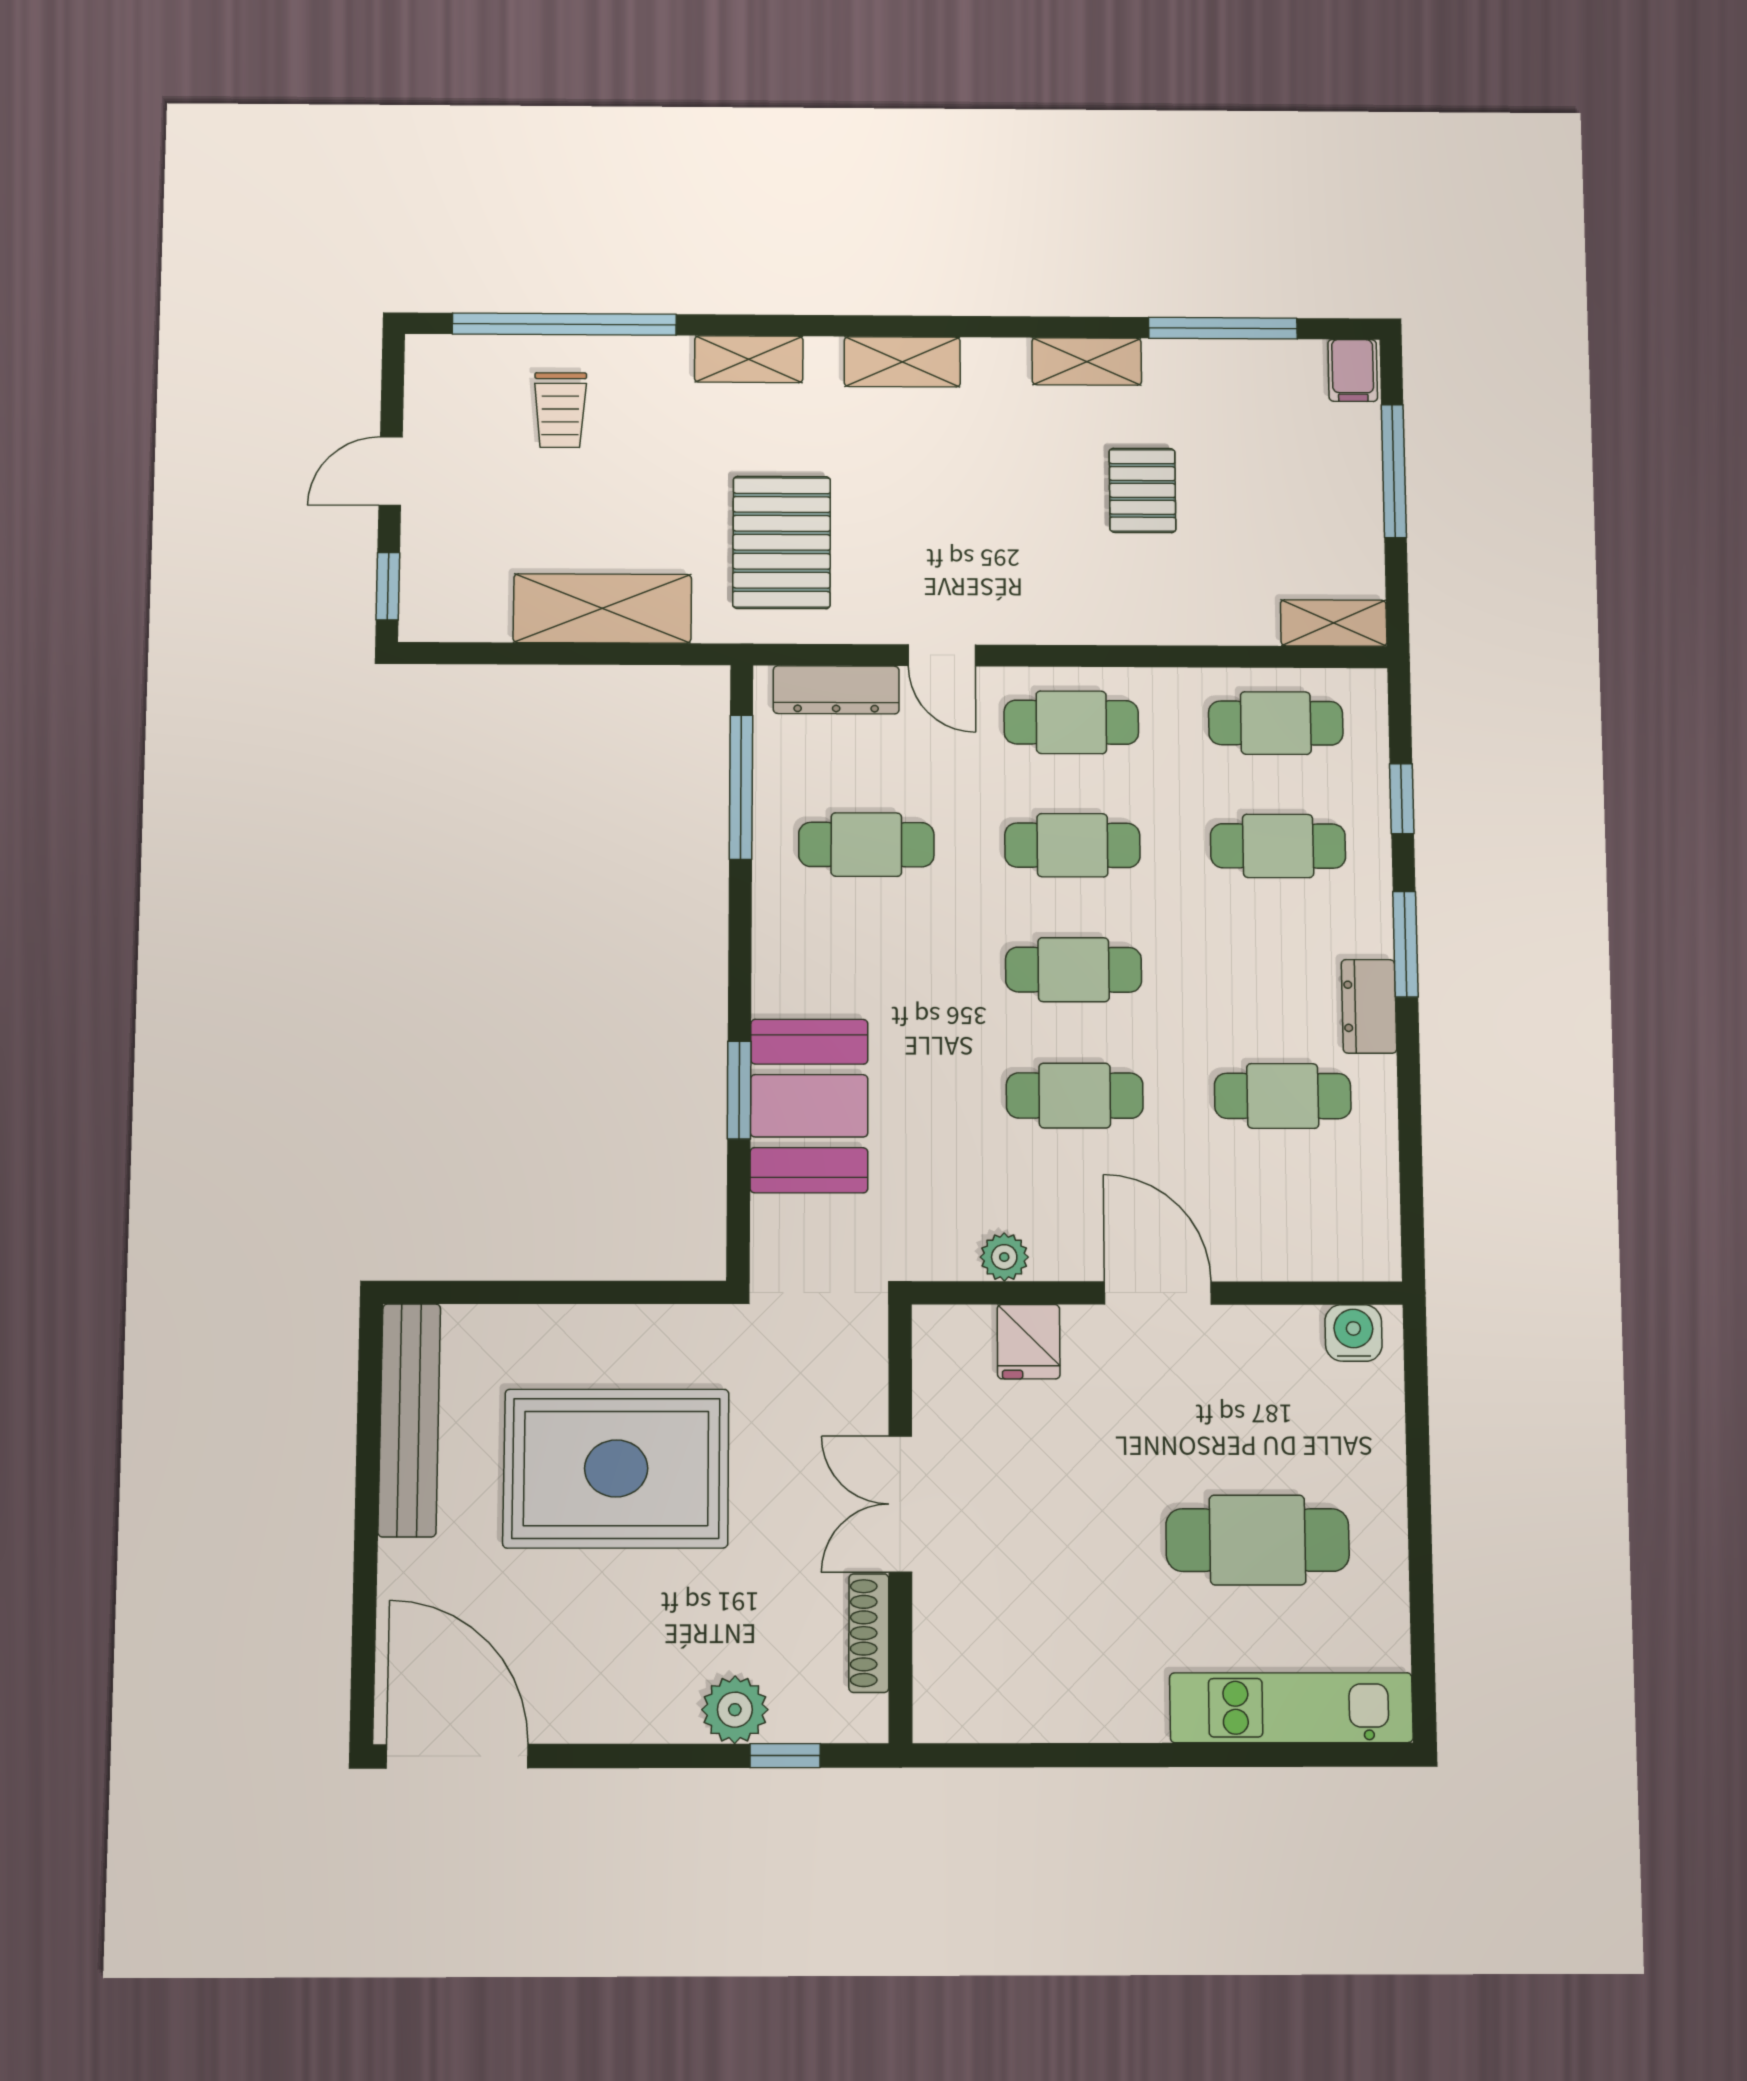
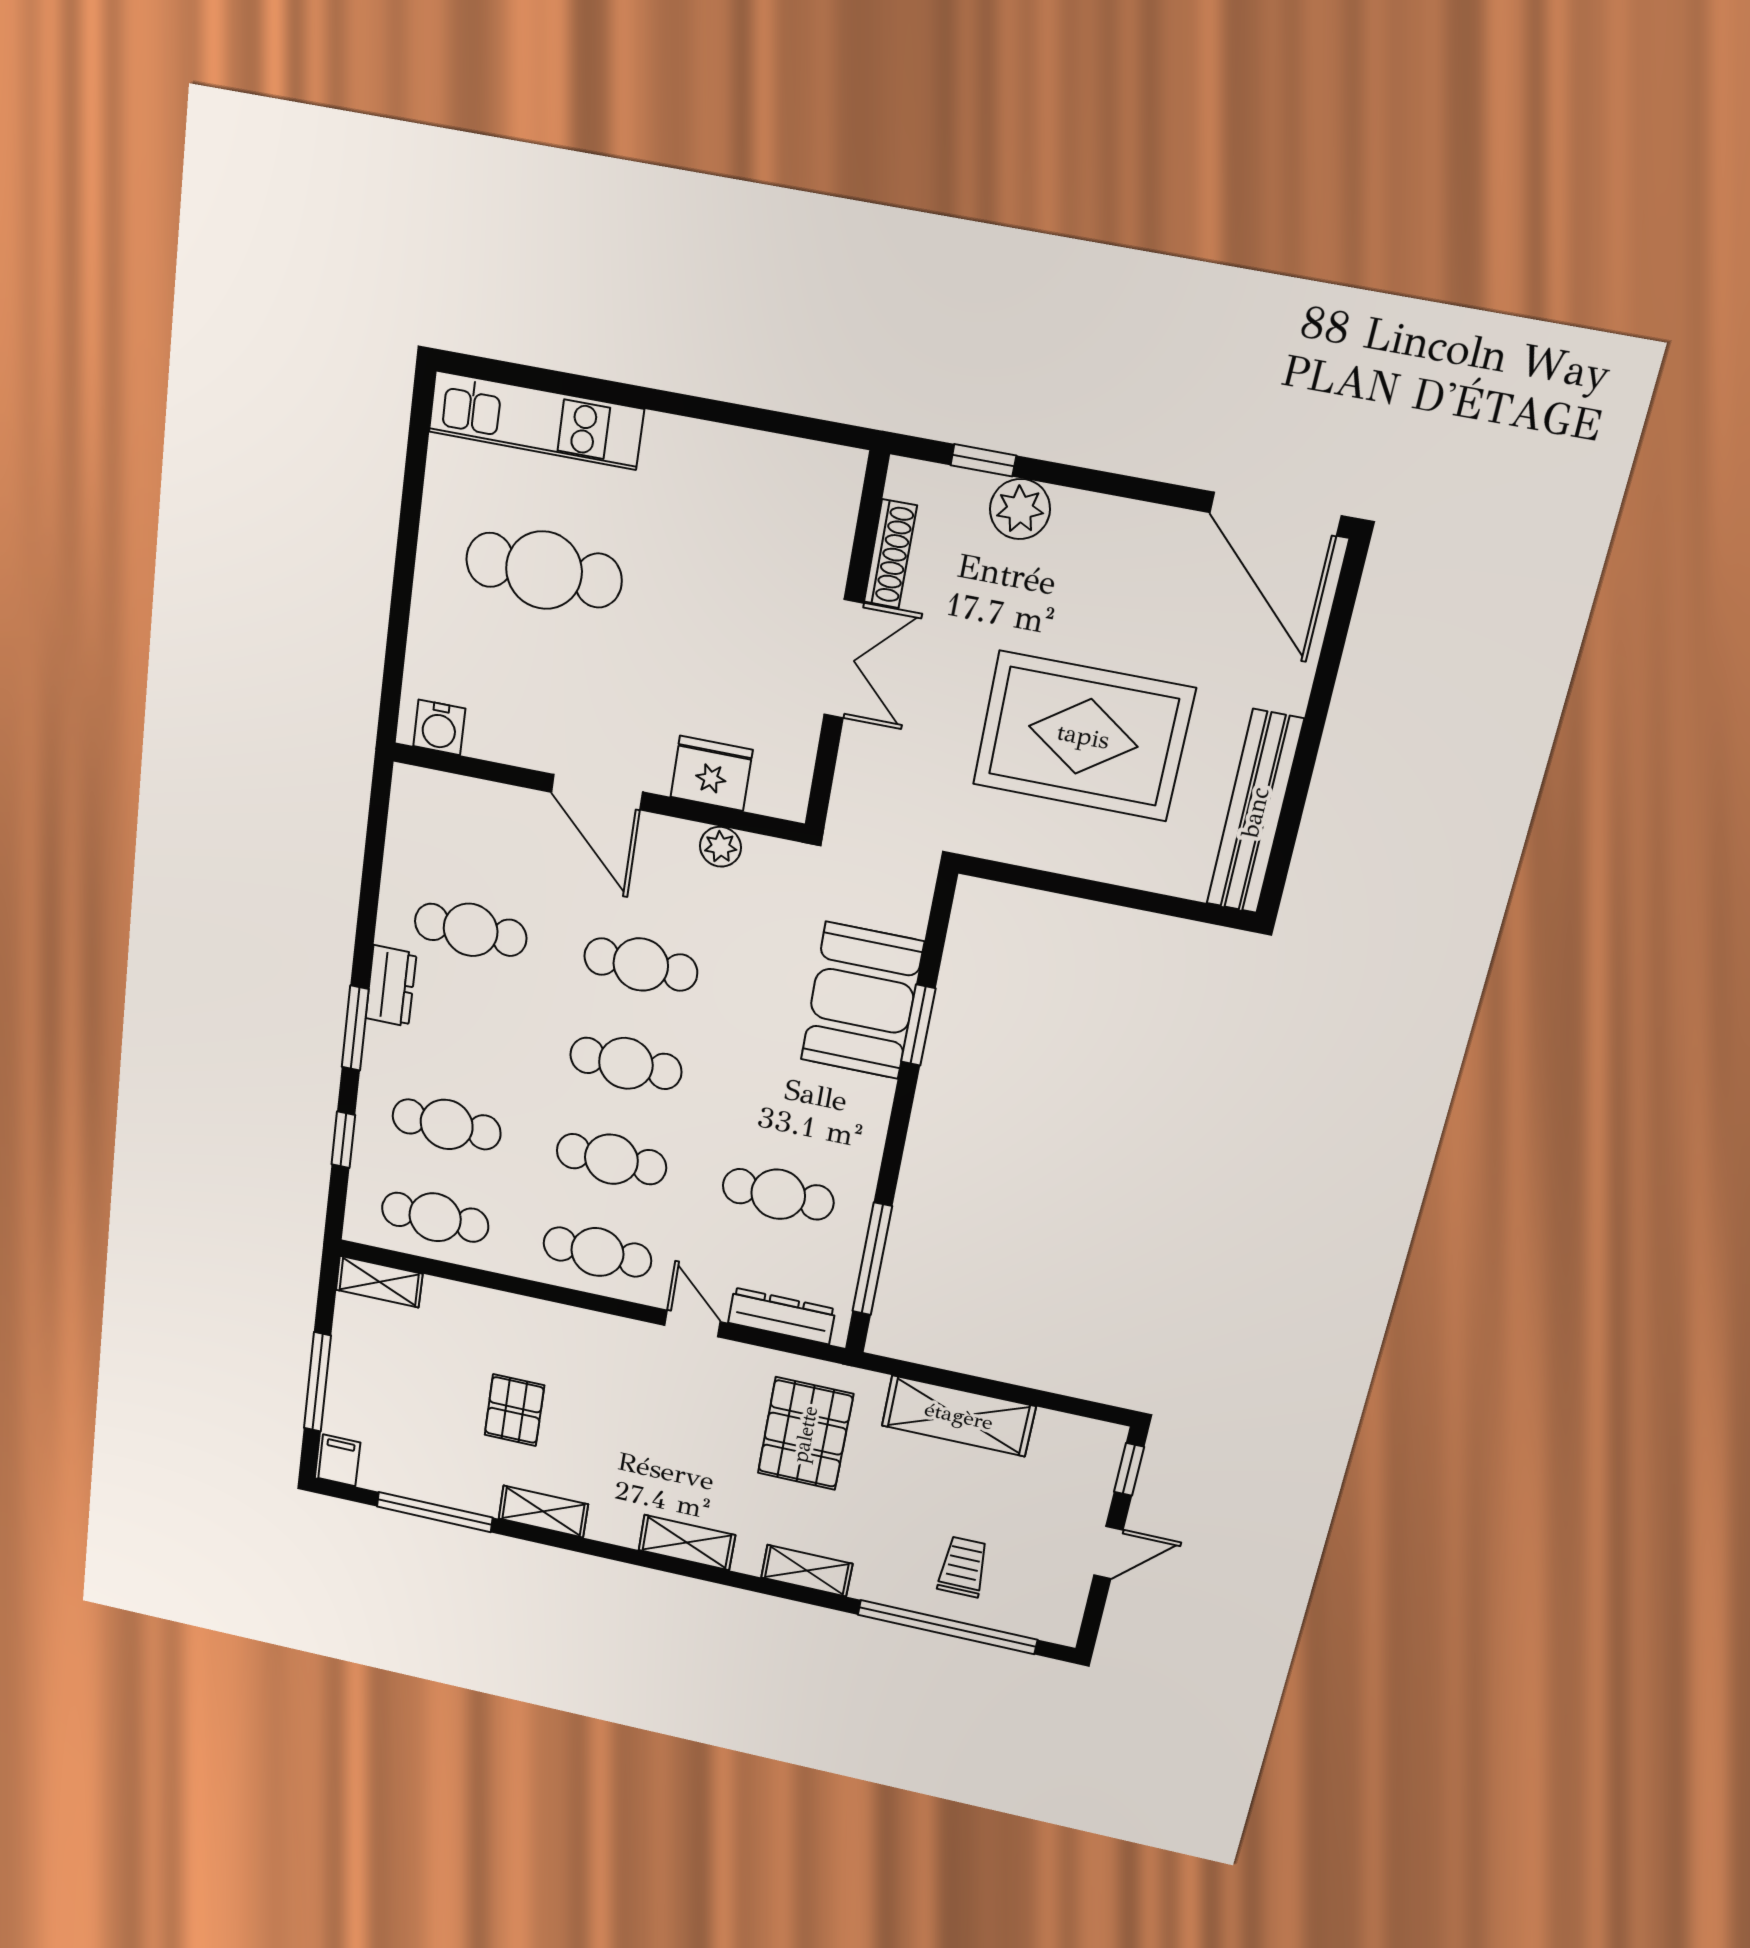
fridge: (1029, 1342) -> (712, 773), width x1.38

